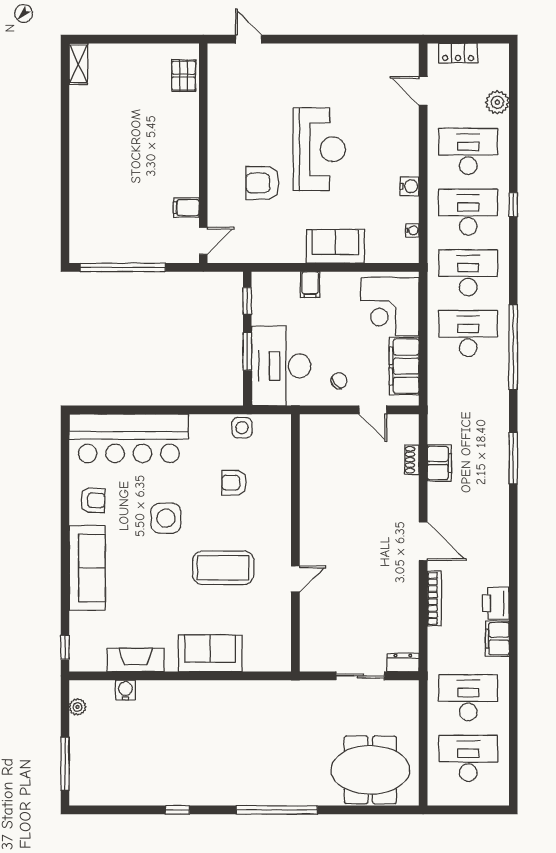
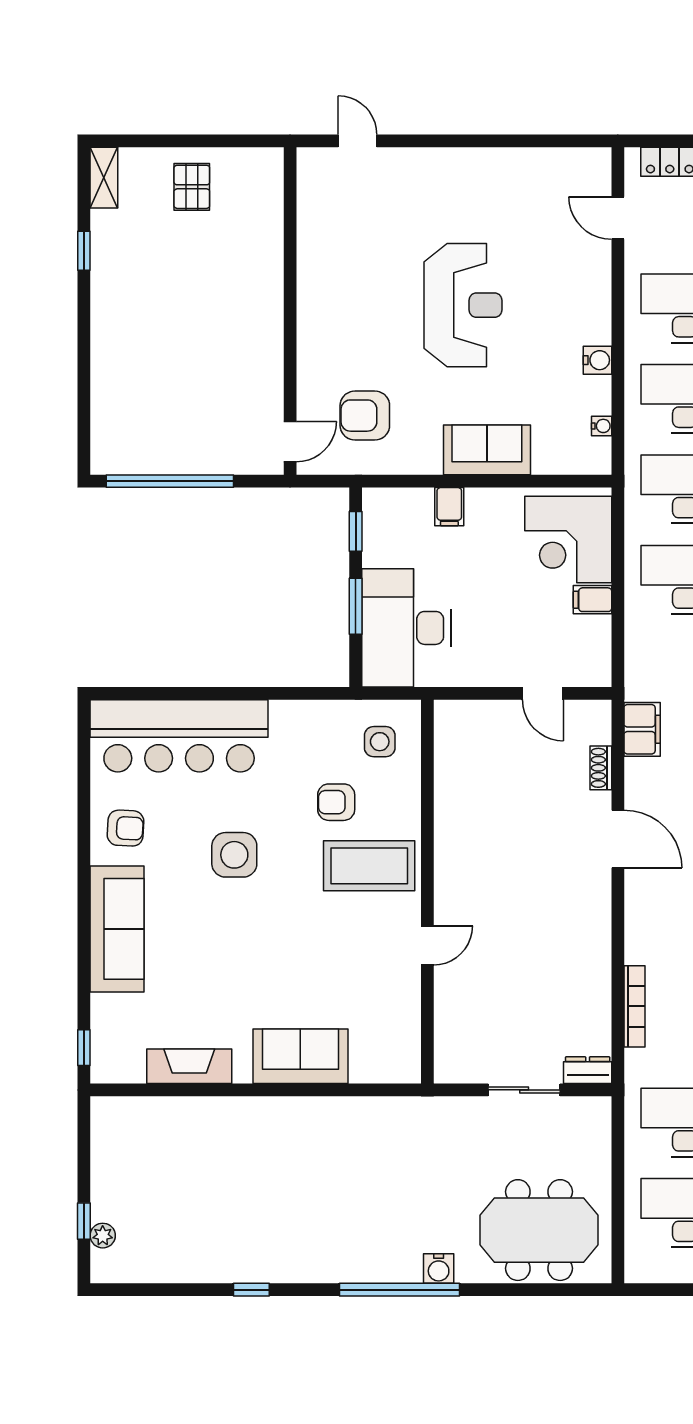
pallet: (184, 76) -> (192, 187), moved
window: (65, 113) -> (84, 251), added
armchair: (262, 183) -> (365, 416), moved
filing cabinet: (186, 208) -> (265, 392), removed
filing cabinet: (404, 366) -> (593, 600), width x0.33, depth x0.86
chair: (339, 381) -> (492, 650), removed
side table: (242, 428) -> (380, 742), moved
filing cabinet: (439, 463) -> (642, 729), moved
door: (423, 541) -> (618, 839), moved
coffee table: (223, 568) -> (369, 866), moved
bookcase: (434, 598) -> (634, 1006), moved
water cooler: (125, 690) -> (439, 1269), moved, turned 180
plant: (78, 707) -> (103, 1236), moved
window: (65, 764) -> (84, 1221), width x0.46

